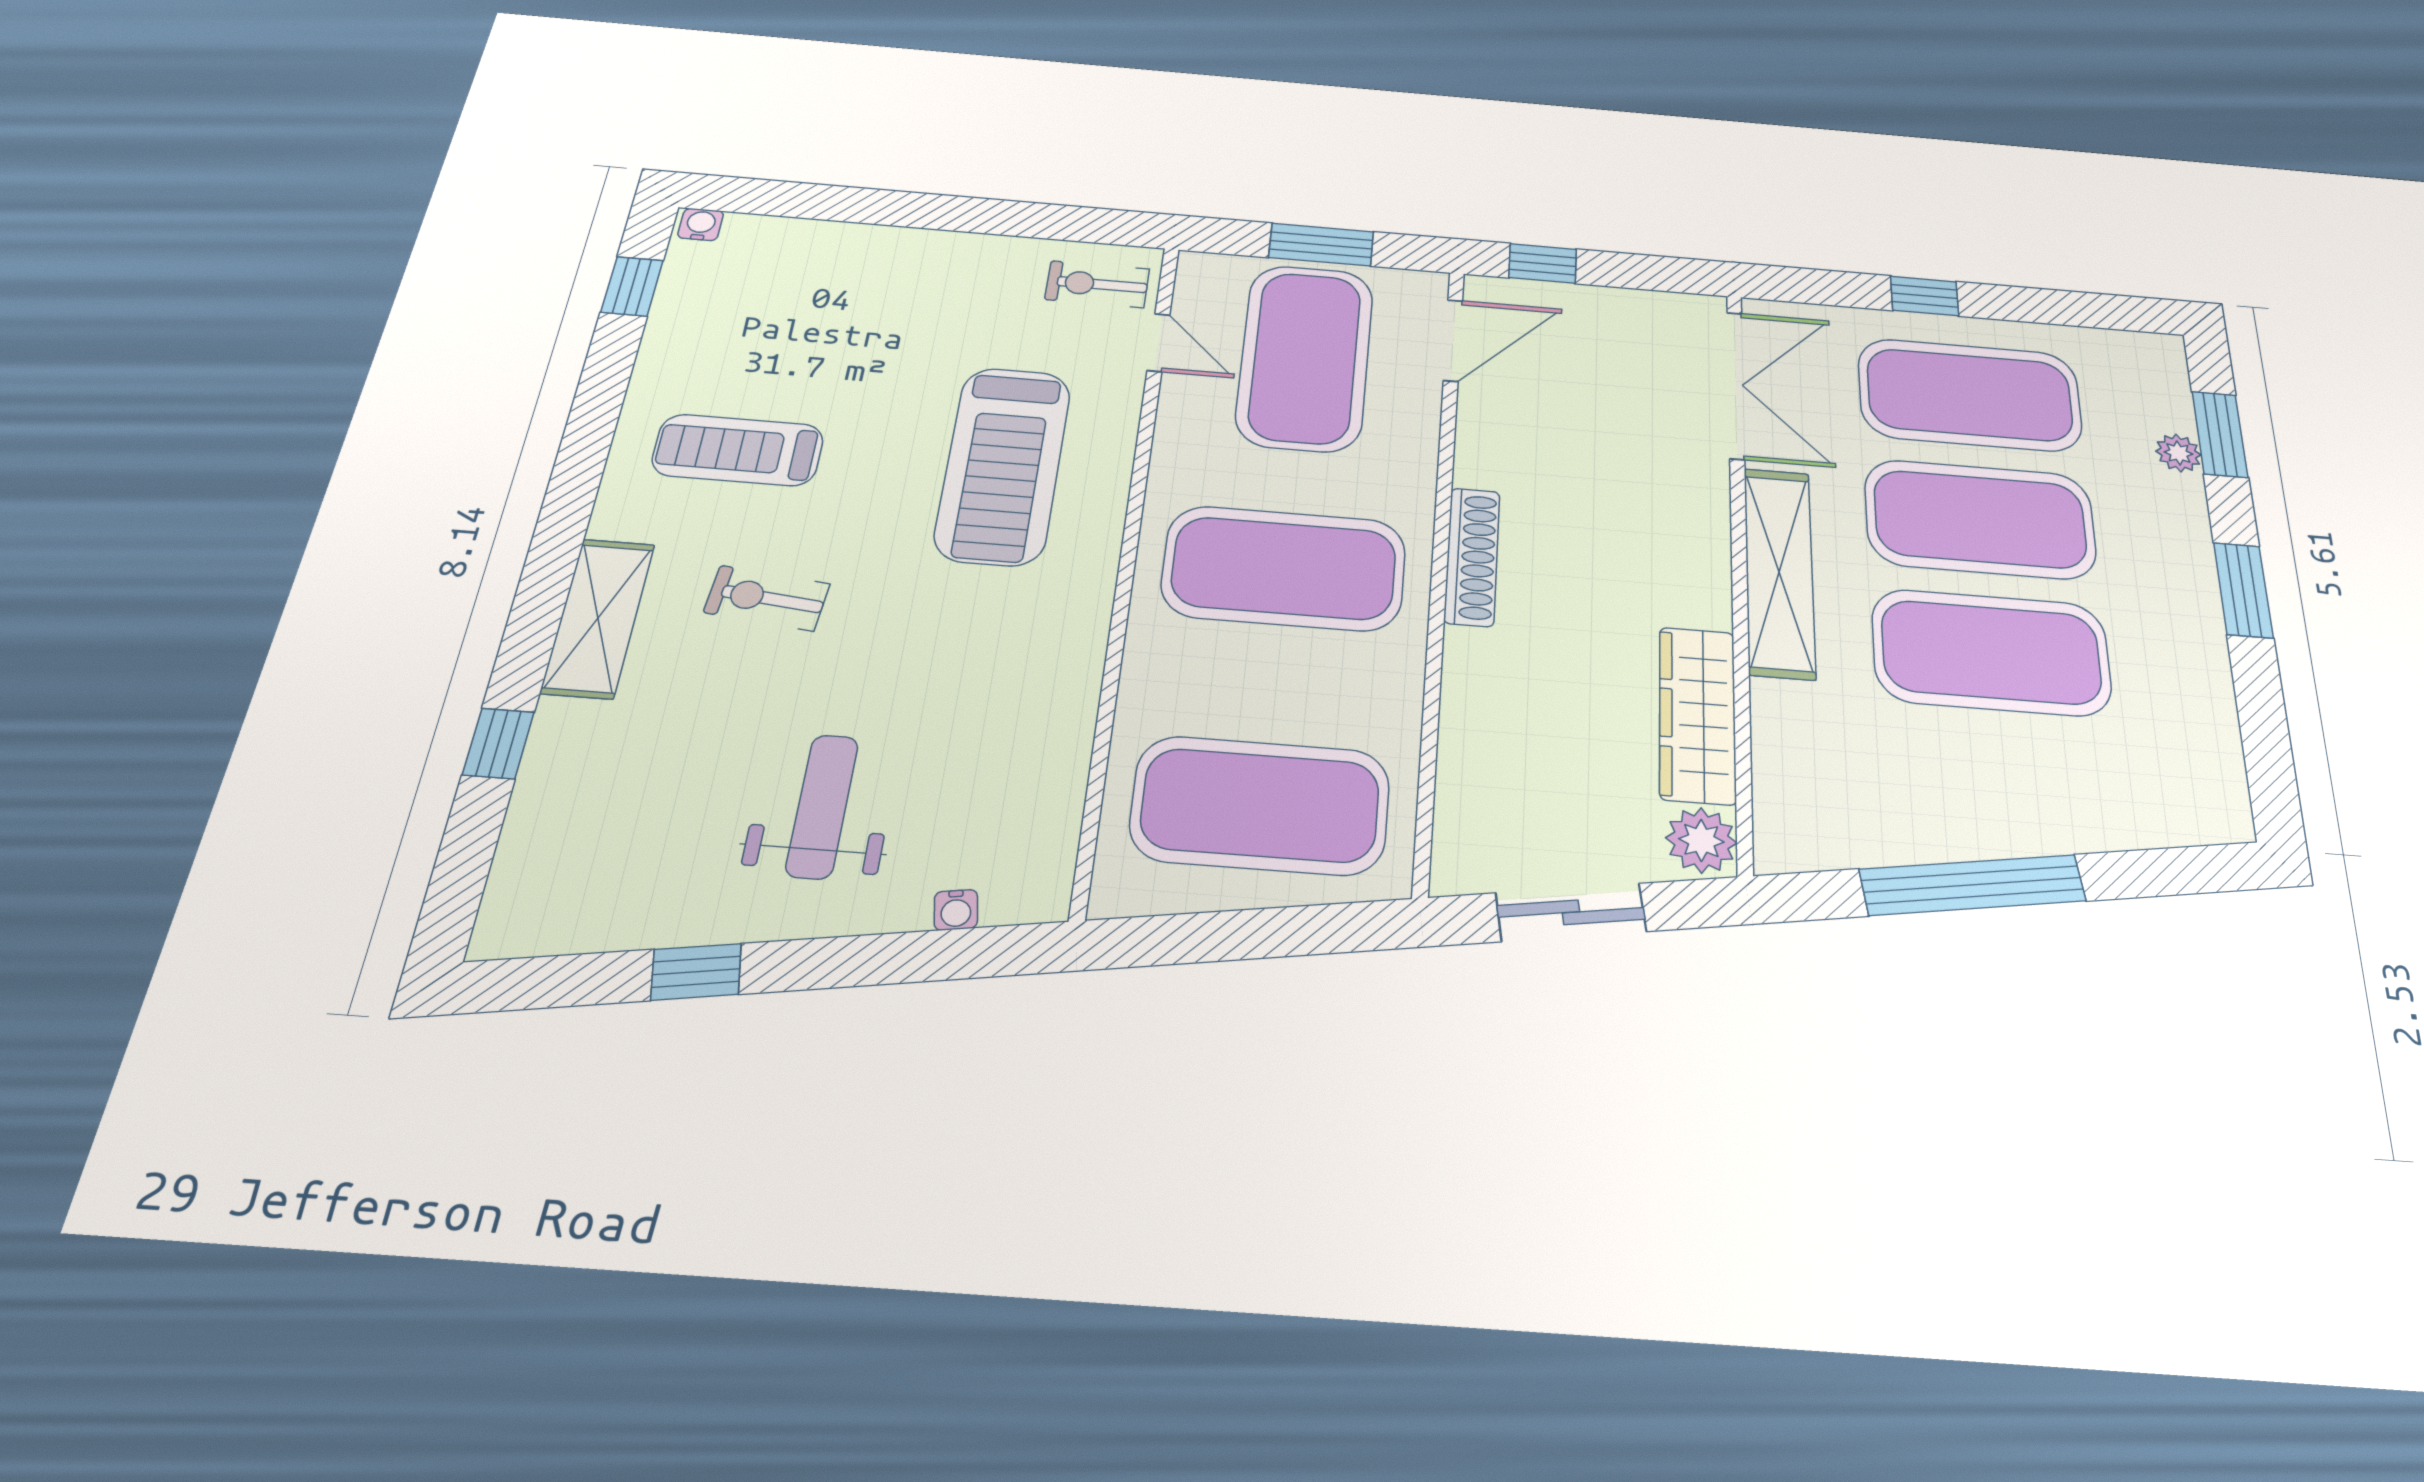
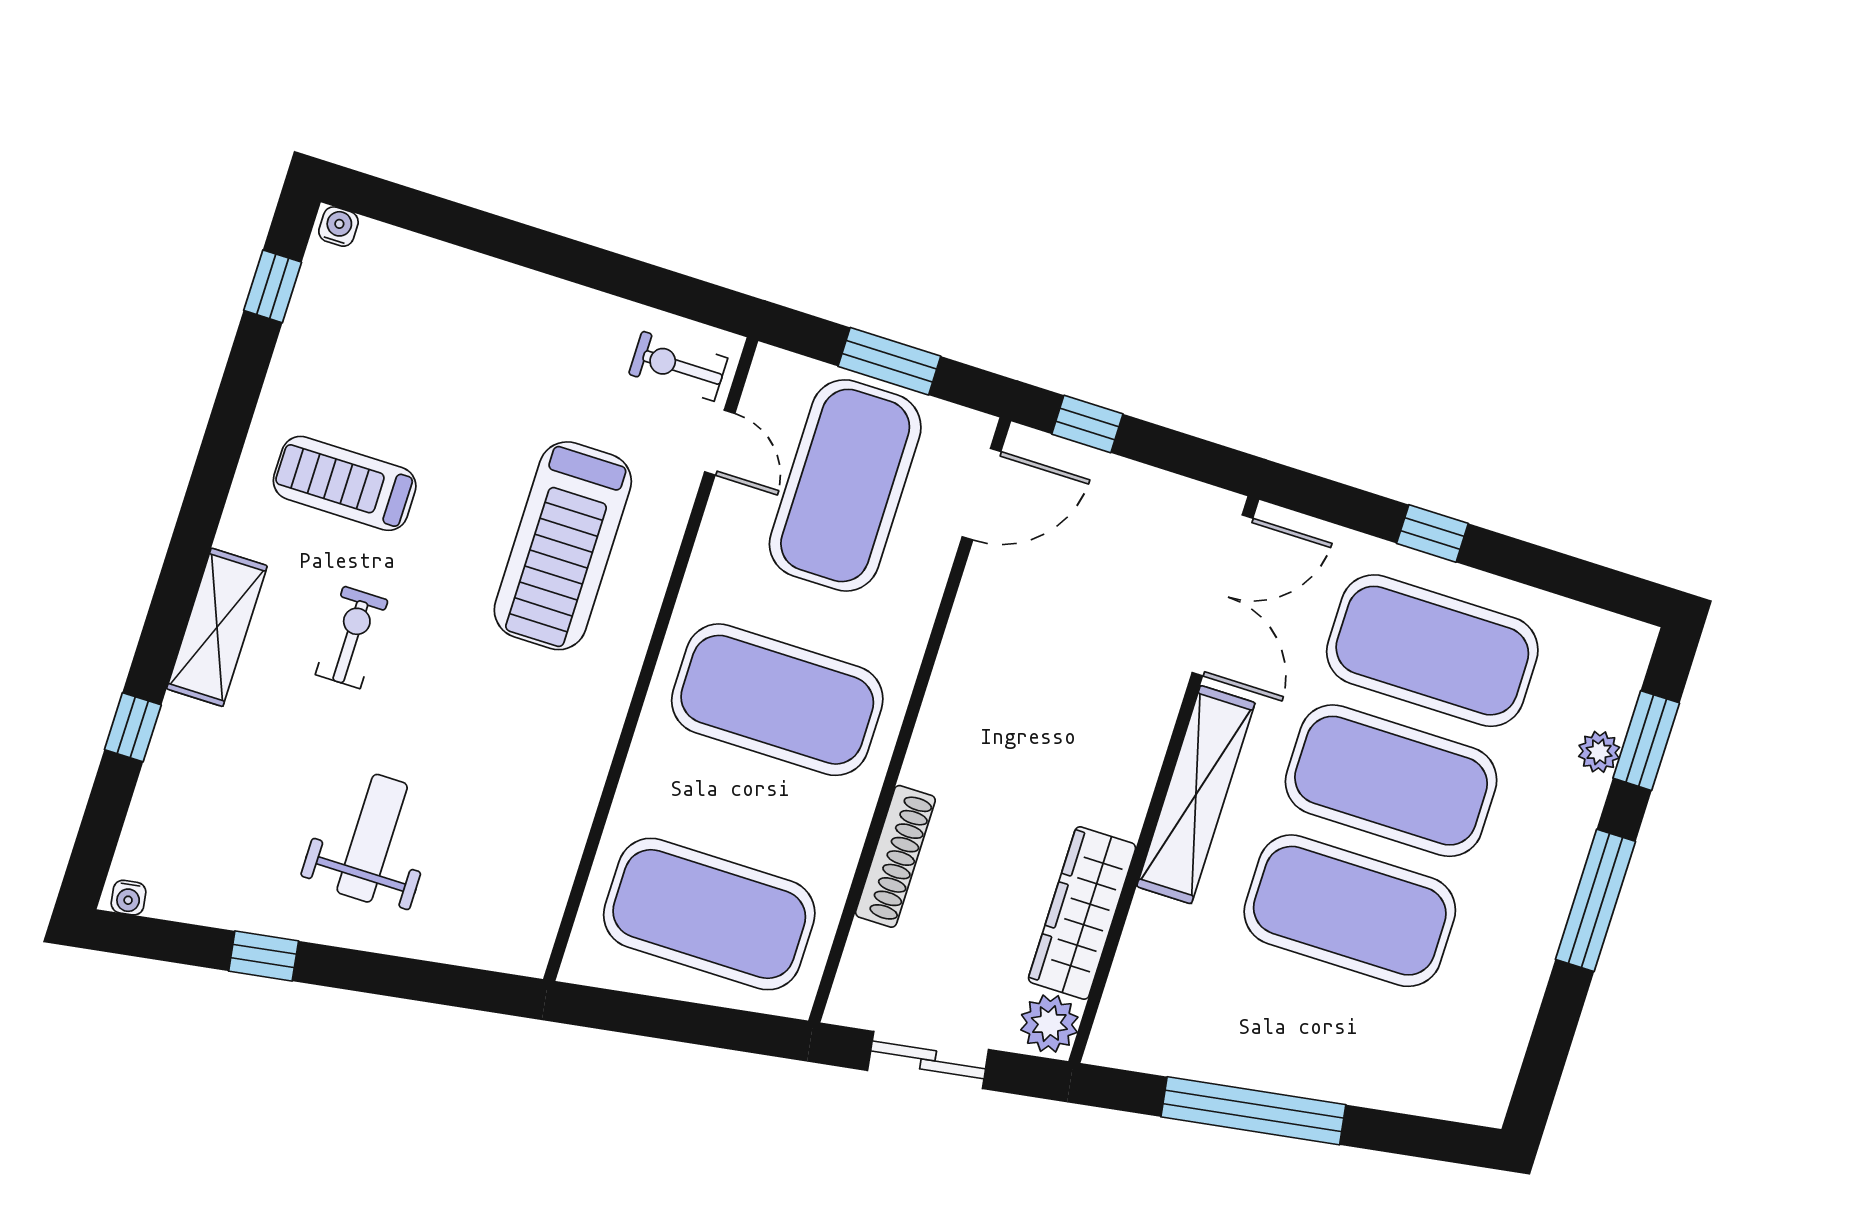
shoe rack: (1472, 557) -> (895, 856), moved
window: (2243, 590) -> (1595, 900), width x1.44
exercise bike: (767, 598) -> (352, 637), turned 84
water cooler: (956, 910) -> (128, 898), moved

